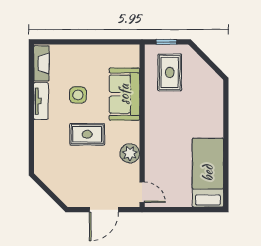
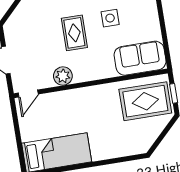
rug: (170, 72) -> (145, 101), width x1.36, depth x1.43
sofa: (124, 94) -> (140, 58), moved

